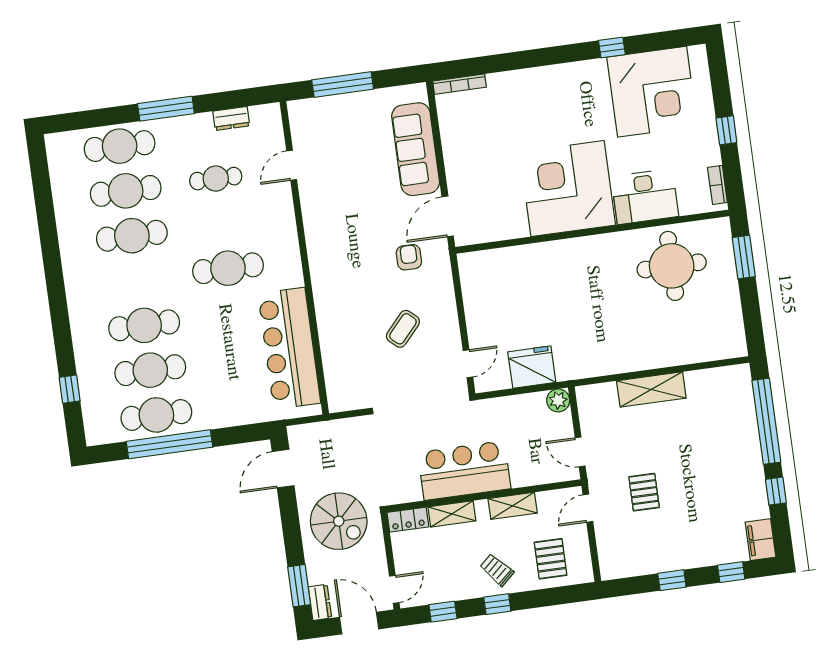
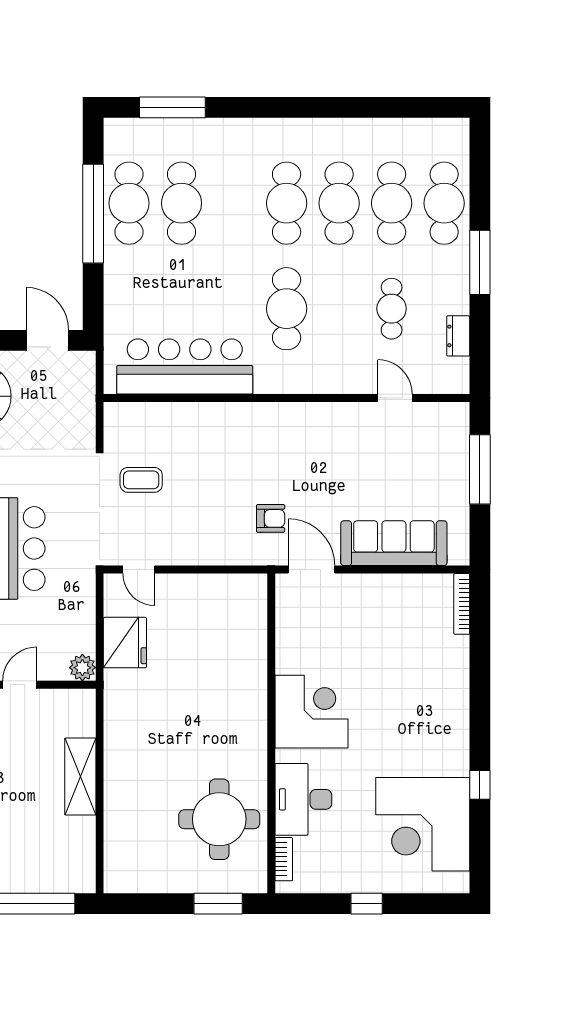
bookcase: (717, 185) -> (284, 859), moved, turned 90
corner desk: (567, 189) -> (311, 712), width x0.74, depth x0.74
cafe table: (144, 325) -> (287, 203), moved
coffee table: (403, 329) -> (141, 480), moved, turned -42
window: (70, 389) -> (172, 107), width x2.17

